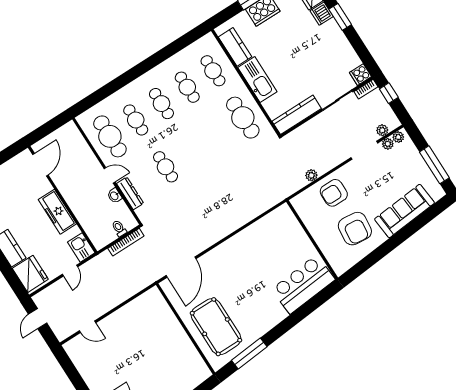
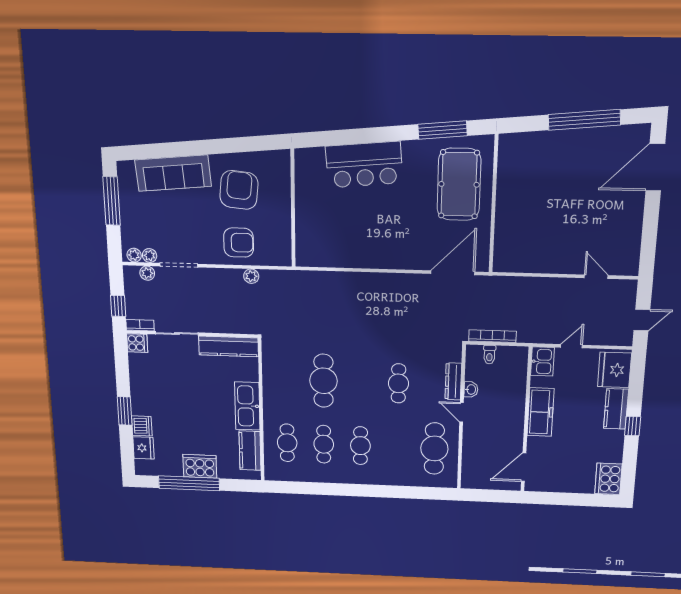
cafe table: (243, 118) -> (323, 381), moved
cafe table: (136, 120) -> (397, 447), removed
bar counter: (303, 284) -> (364, 165), moved

